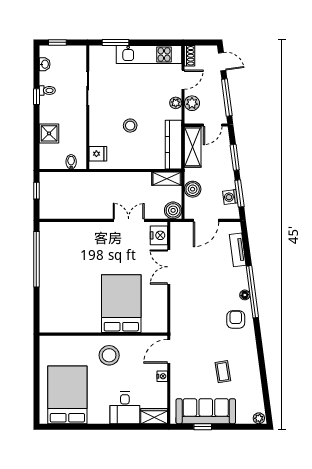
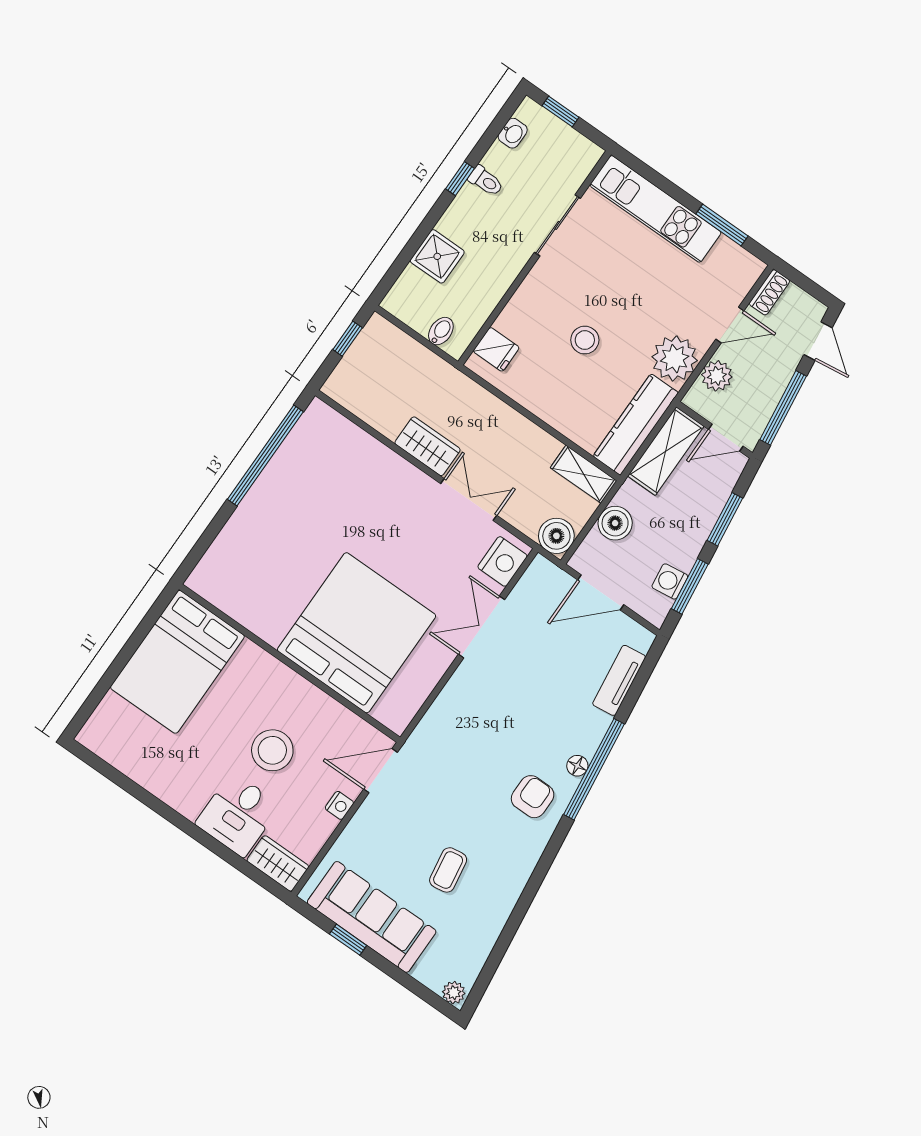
window: (116, 42) -> (722, 225), moved
kitchen unit: (149, 54) -> (655, 209), moved
plant: (176, 103) -> (675, 359), width x1.88, depth x1.88
wardrobe: (98, 211) -> (428, 446), added
bed: (121, 304) -> (357, 633), width x1.36
stool: (109, 355) -> (272, 750), moved
bed: (67, 395) -> (177, 662), moved, turned 180

